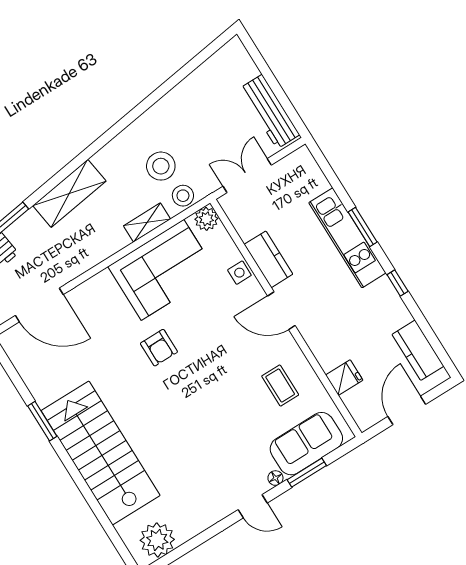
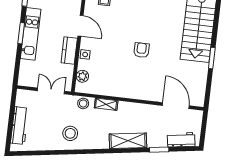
workbench: (270, 112) -> (20, 126), moved
stool: (161, 166) -> (70, 133), moved
double door: (247, 176) -> (51, 91), swing flipped
plant: (206, 219) -> (82, 76), moved
corner sofa: (162, 270) -> (115, 80), removed

